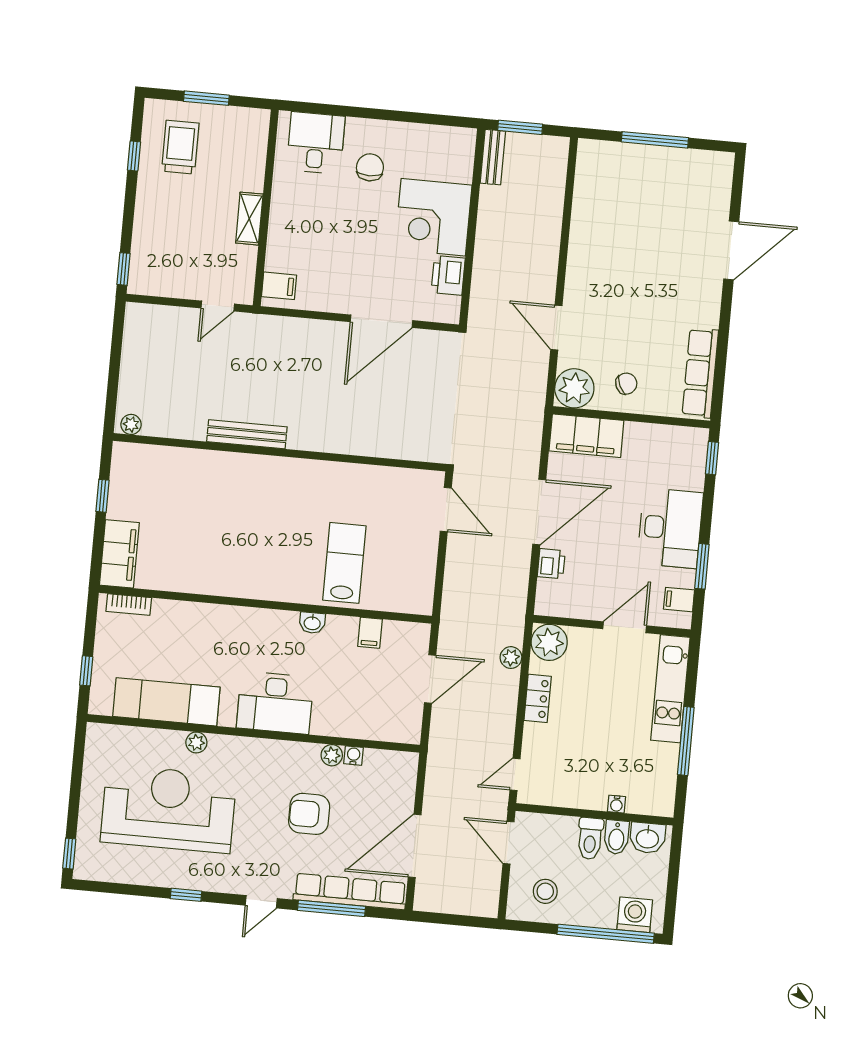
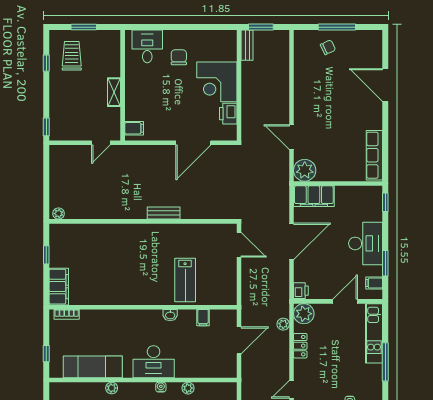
door: (731, 250) -> (385, 85), swing flipped
chair: (626, 384) -> (328, 47), moved
bench: (247, 434) -> (164, 213), moved, width x0.73
lab bench: (344, 563) -> (185, 280), turned 180
printer: (551, 564) -> (301, 291), moved
water cooler: (354, 756) -> (161, 387), moved

